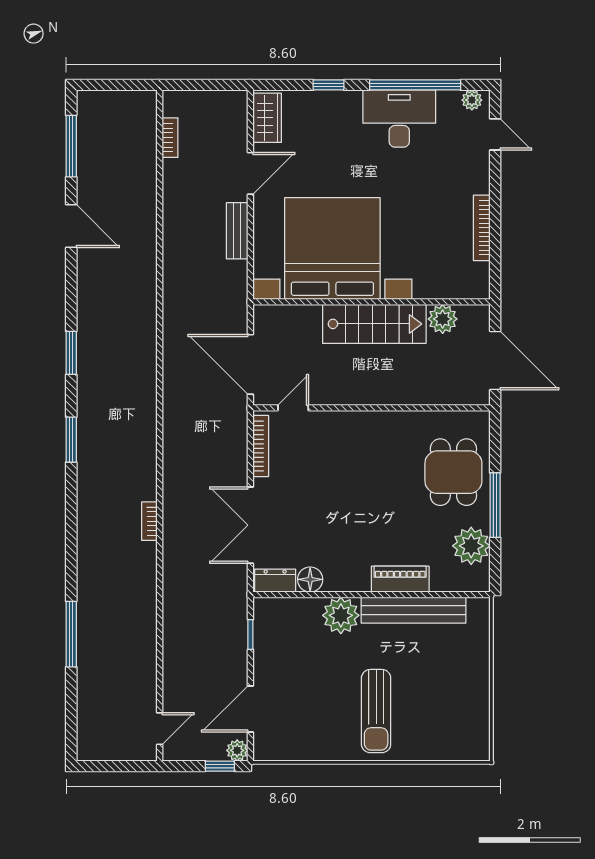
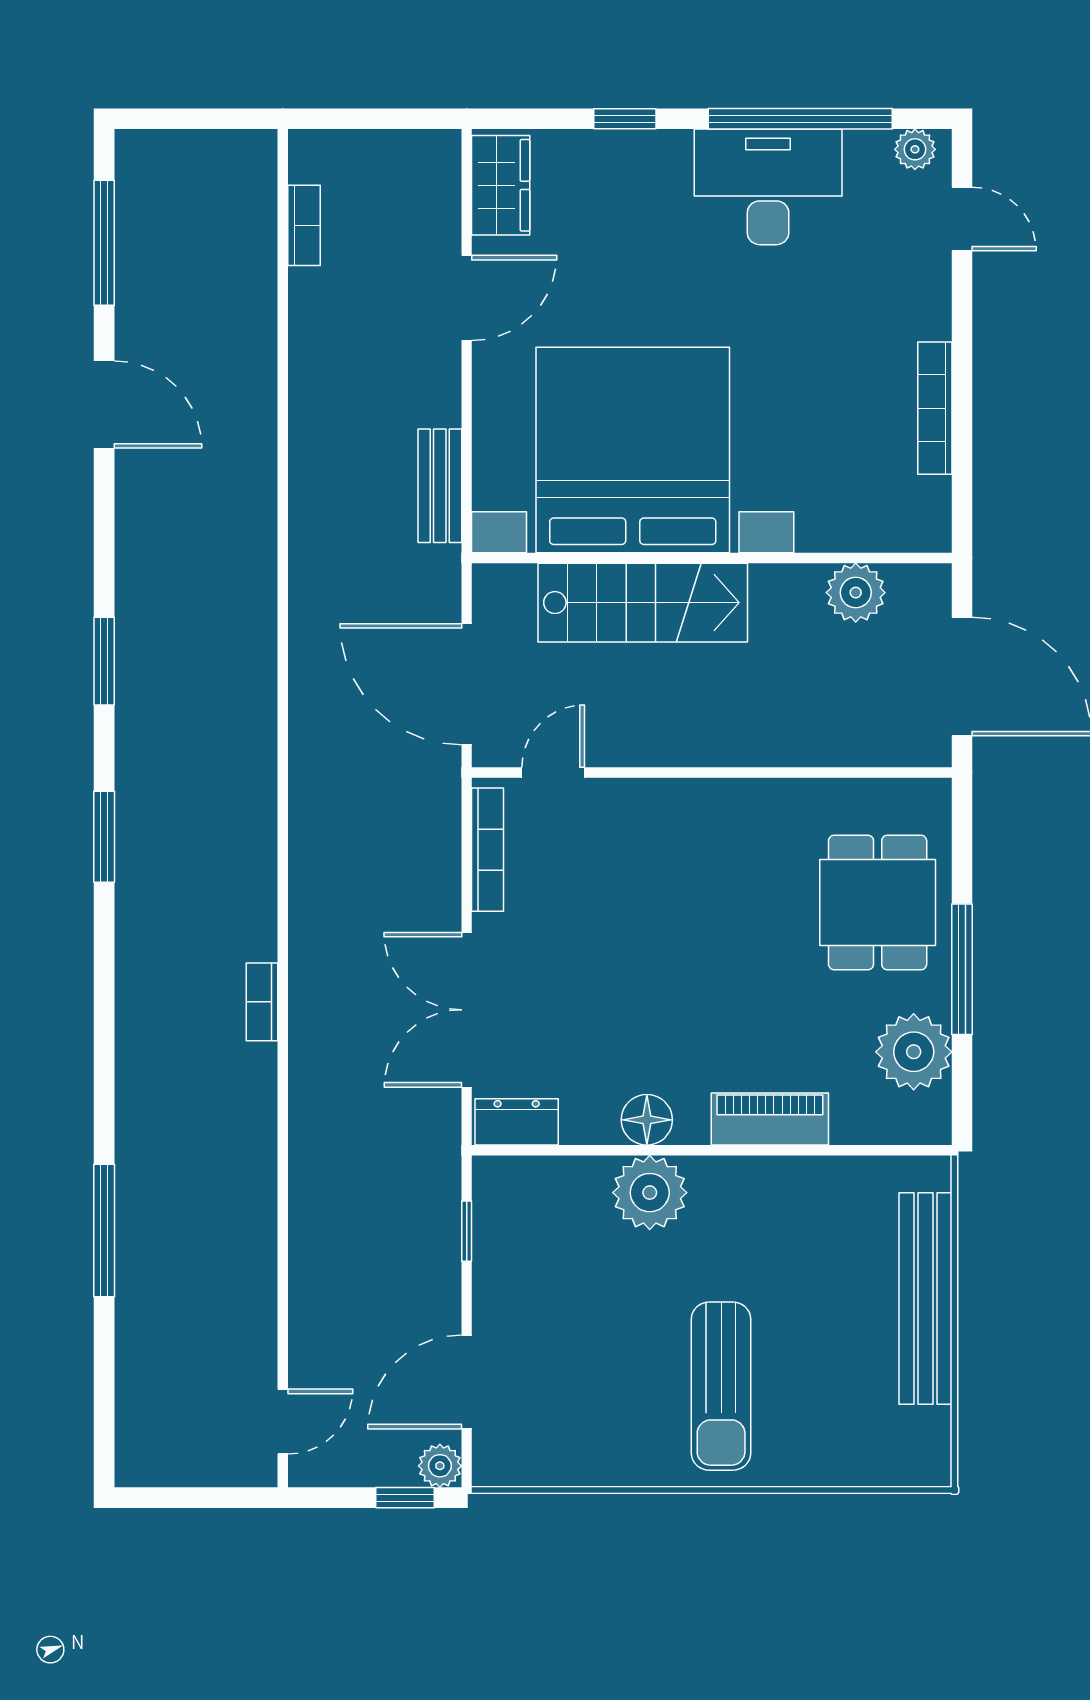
bench: (237, 231) -> (440, 486), moved
stairs: (374, 324) -> (643, 603), moved
floor lamp: (310, 579) -> (647, 1120), moved
bench: (414, 610) -> (925, 1298), moved, turned 90

